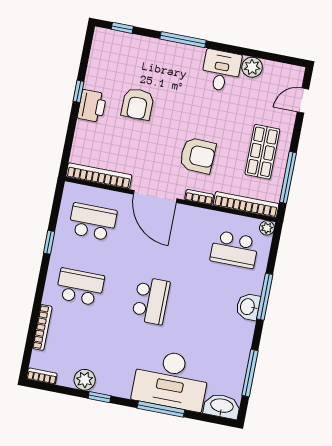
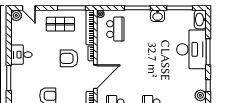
plant: (252, 67) -> (16, 15), moved
armchair: (198, 156) -> (69, 58), turned -92
school desk: (151, 301) -> (151, 68), removed
washbasin: (248, 307) -> (158, 16), moved

